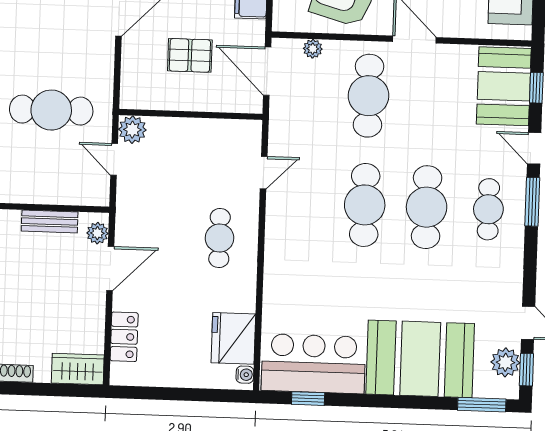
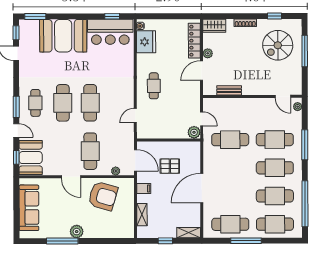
plant: (97, 233) -> (208, 53), moved
locker: (124, 337) -> (194, 41), width x1.53
plant: (505, 362) -> (25, 36), removed

